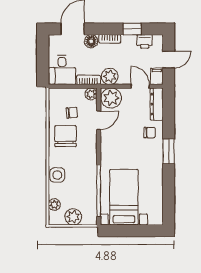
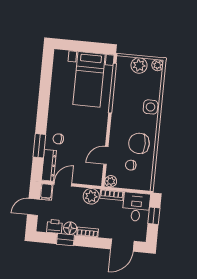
floor lamp: (91, 41) -> (70, 228), moved
window: (43, 63) -> (154, 216), added
door: (140, 86) -> (63, 184), swing flipped
plant: (111, 98) -> (92, 175), removed
chair: (66, 136) -> (139, 143), turned 90
window: (169, 151) -> (39, 146), moved
plant: (54, 205) -> (158, 65), moved

